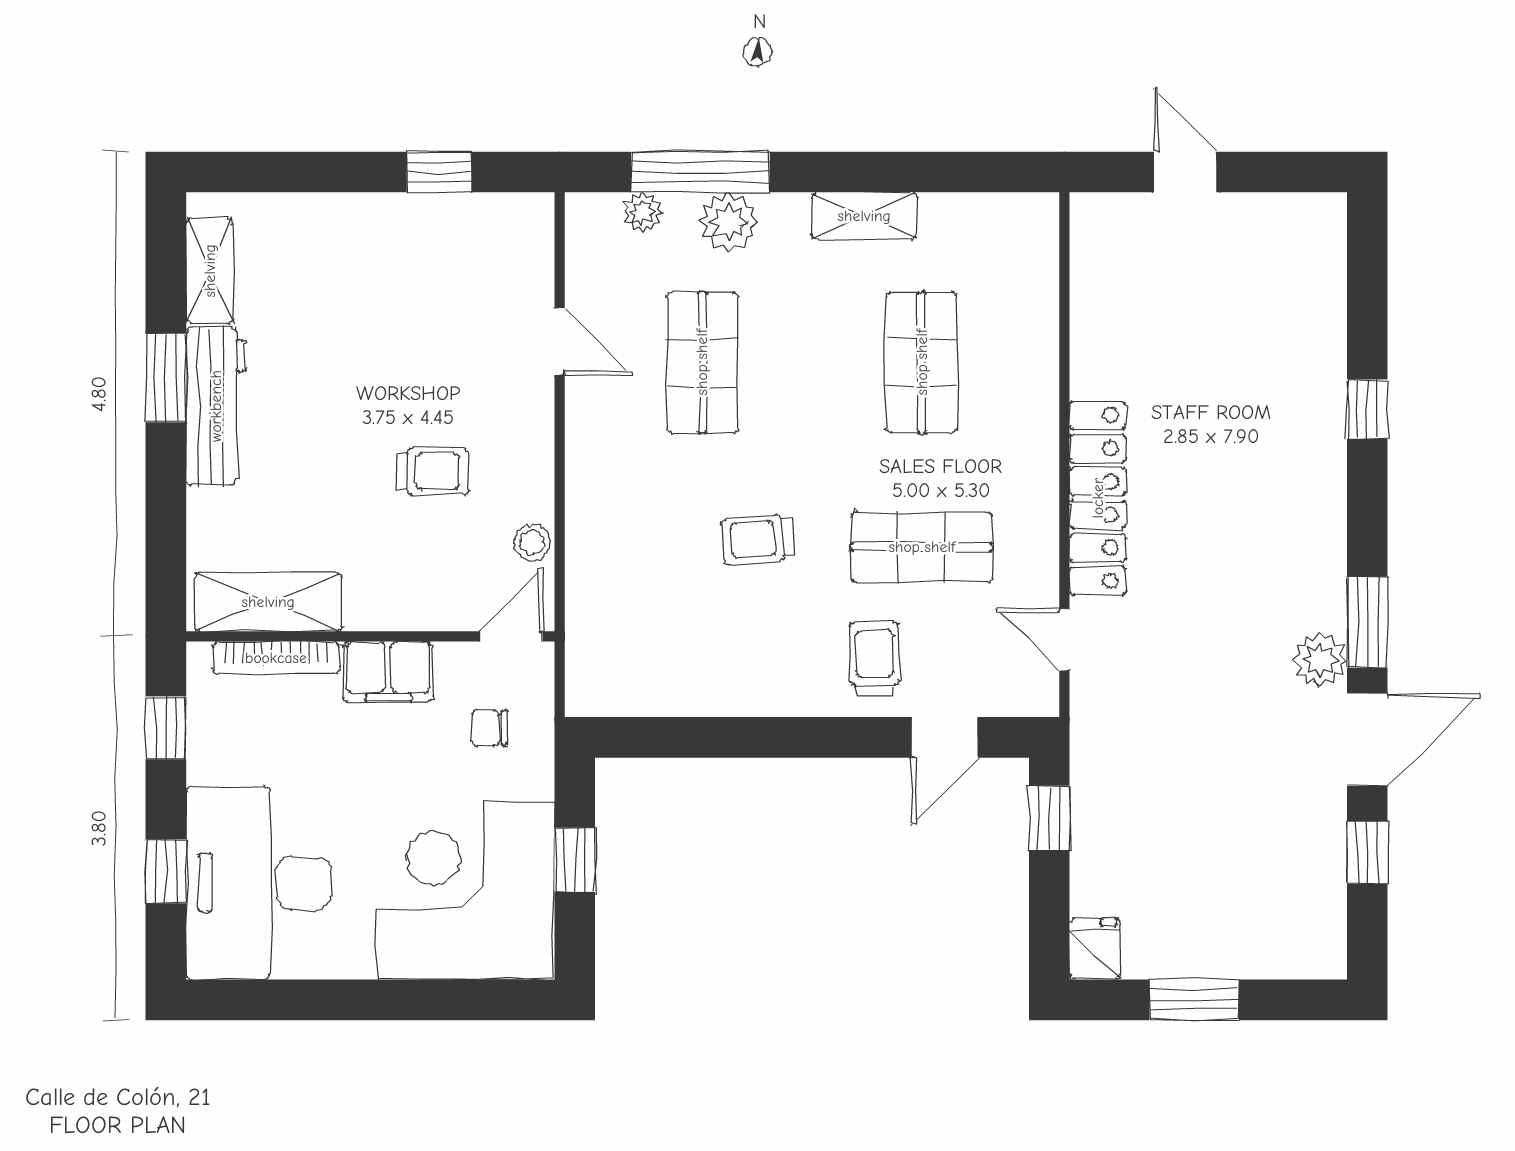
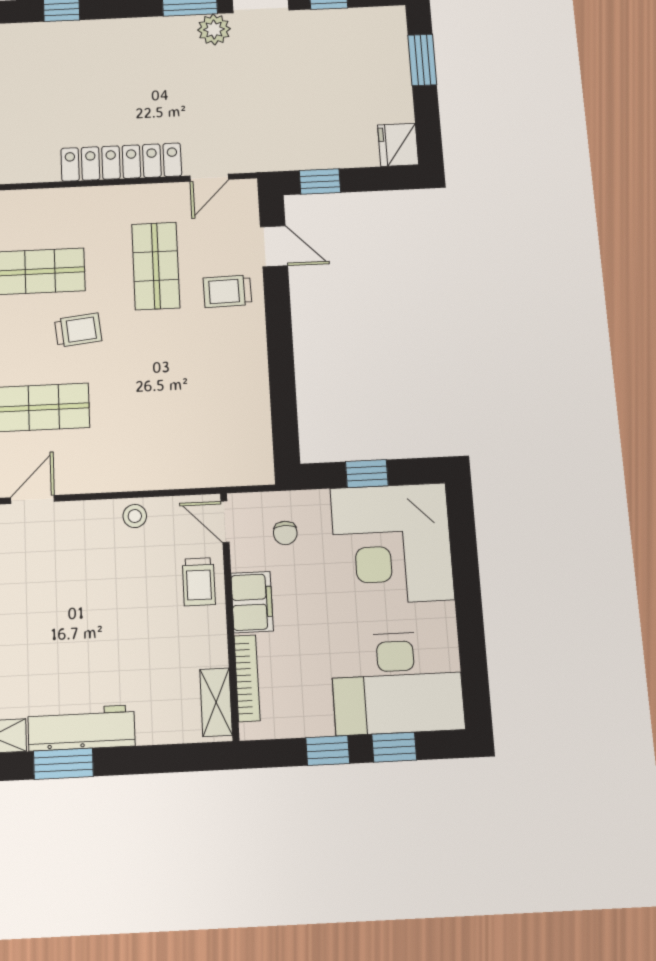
trolley: (433, 471) -> (199, 582), moved, turned 180
trolley: (758, 540) -> (78, 330), moved, turned -91
stool: (532, 542) -> (135, 516), moved
shelving: (268, 602) -> (216, 702), width x0.67, depth x0.75
window: (166, 728) -> (328, 751), moved
fridge: (1095, 949) -> (398, 145), width x1.38
window: (1194, 1000) -> (422, 60), moved

